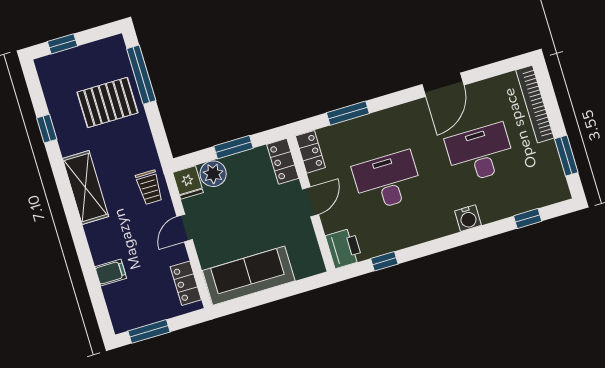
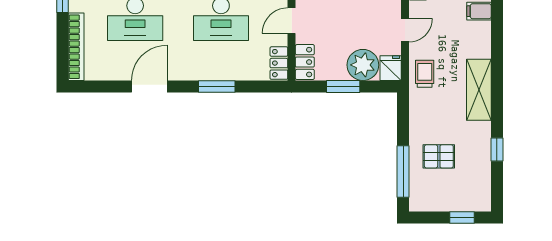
pallet: (107, 103) -> (439, 156), width x0.67, depth x0.71
window: (348, 113) -> (217, 86), moved
plant: (213, 174) -> (363, 65), width x1.36, depth x1.36

